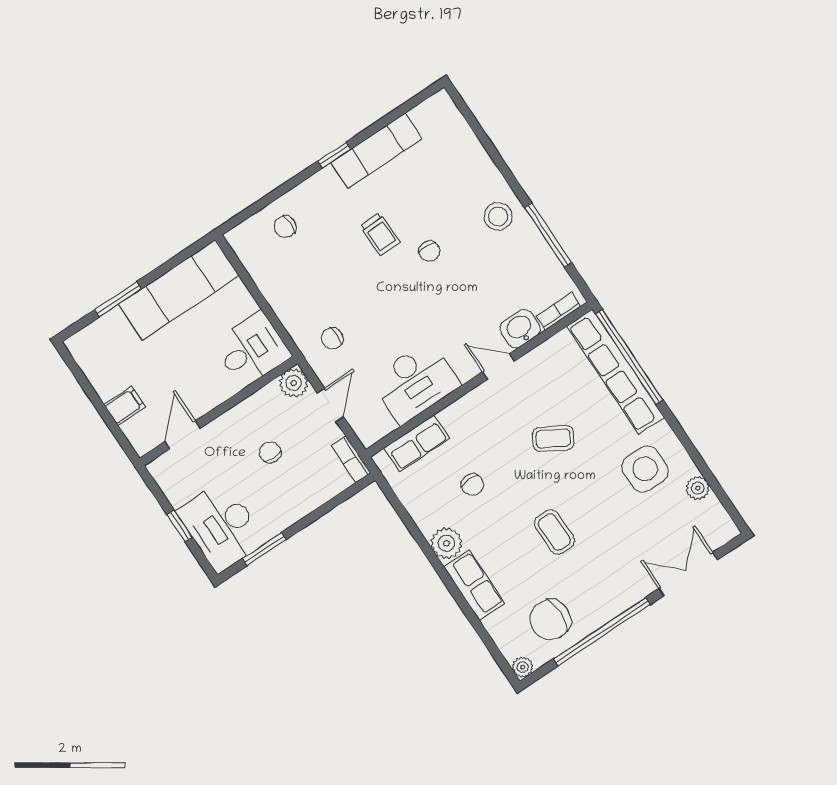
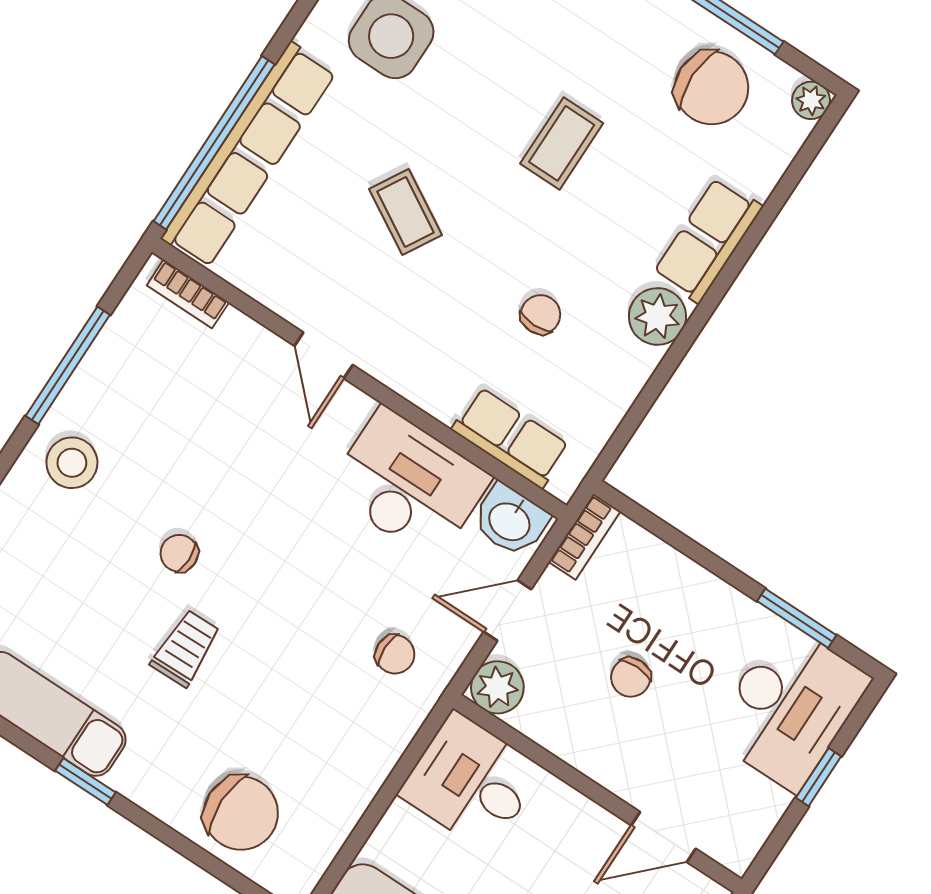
chair: (285, 227) -> (241, 813), width x1.87, depth x1.87
chair: (429, 251) -> (179, 553), turned -91
washbasin: (520, 329) -> (510, 520), moved

